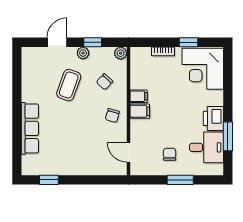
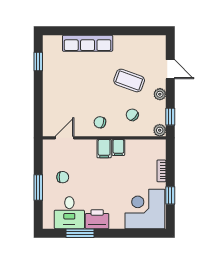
window: (93, 42) -> (170, 117), moved

